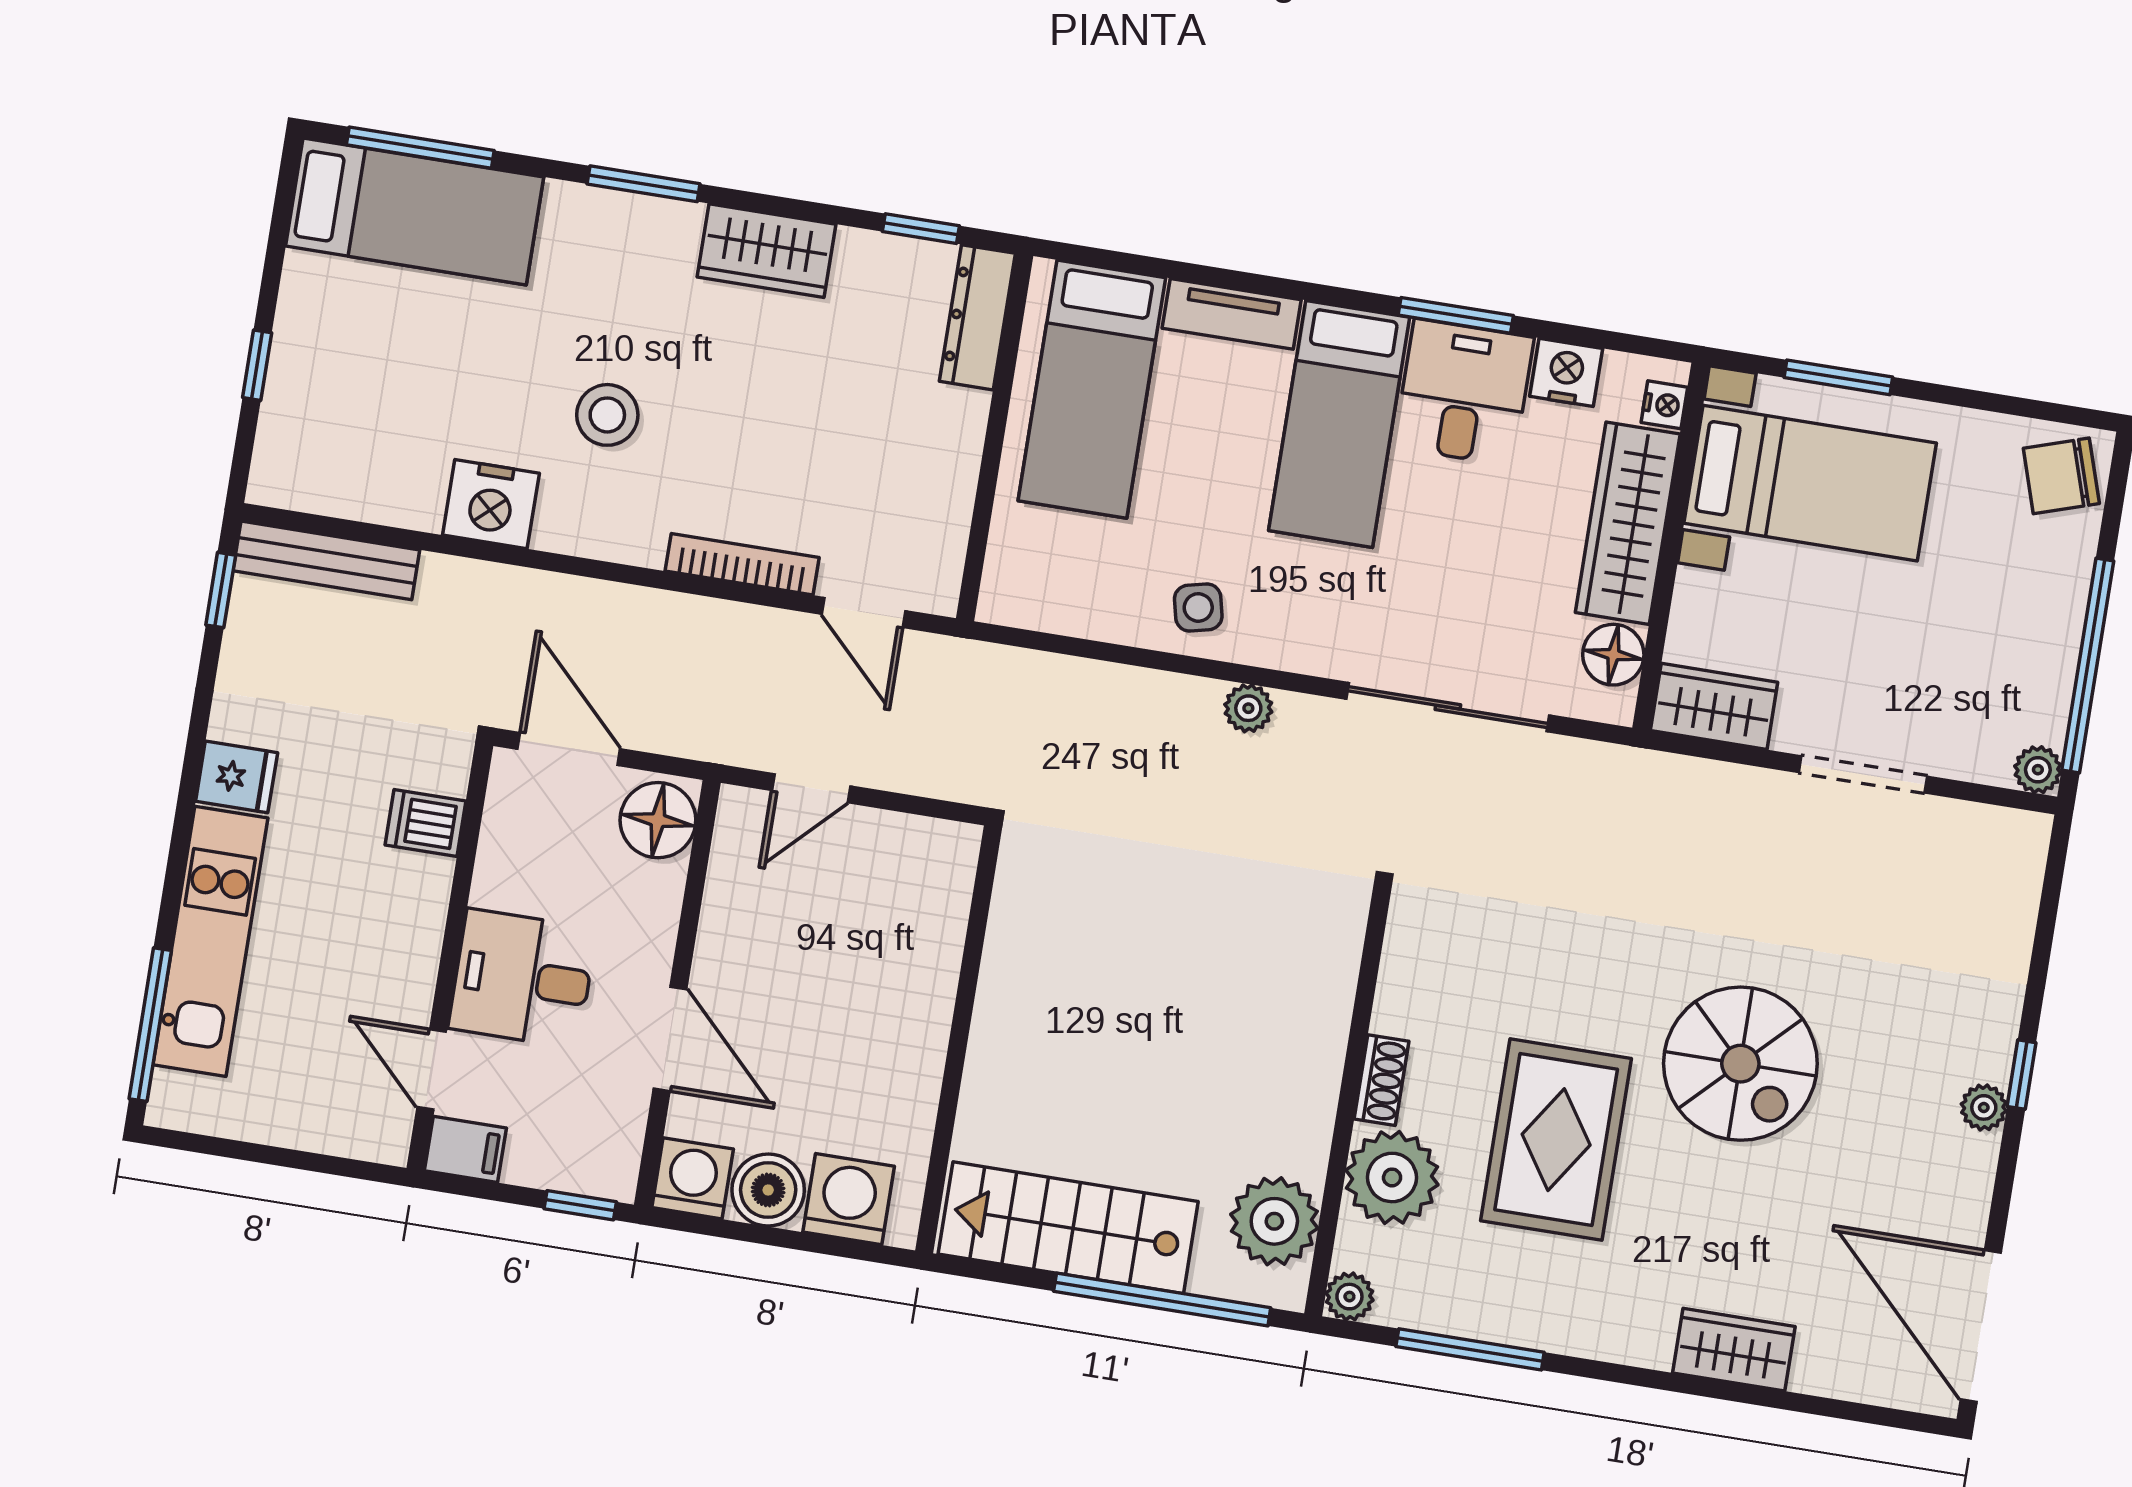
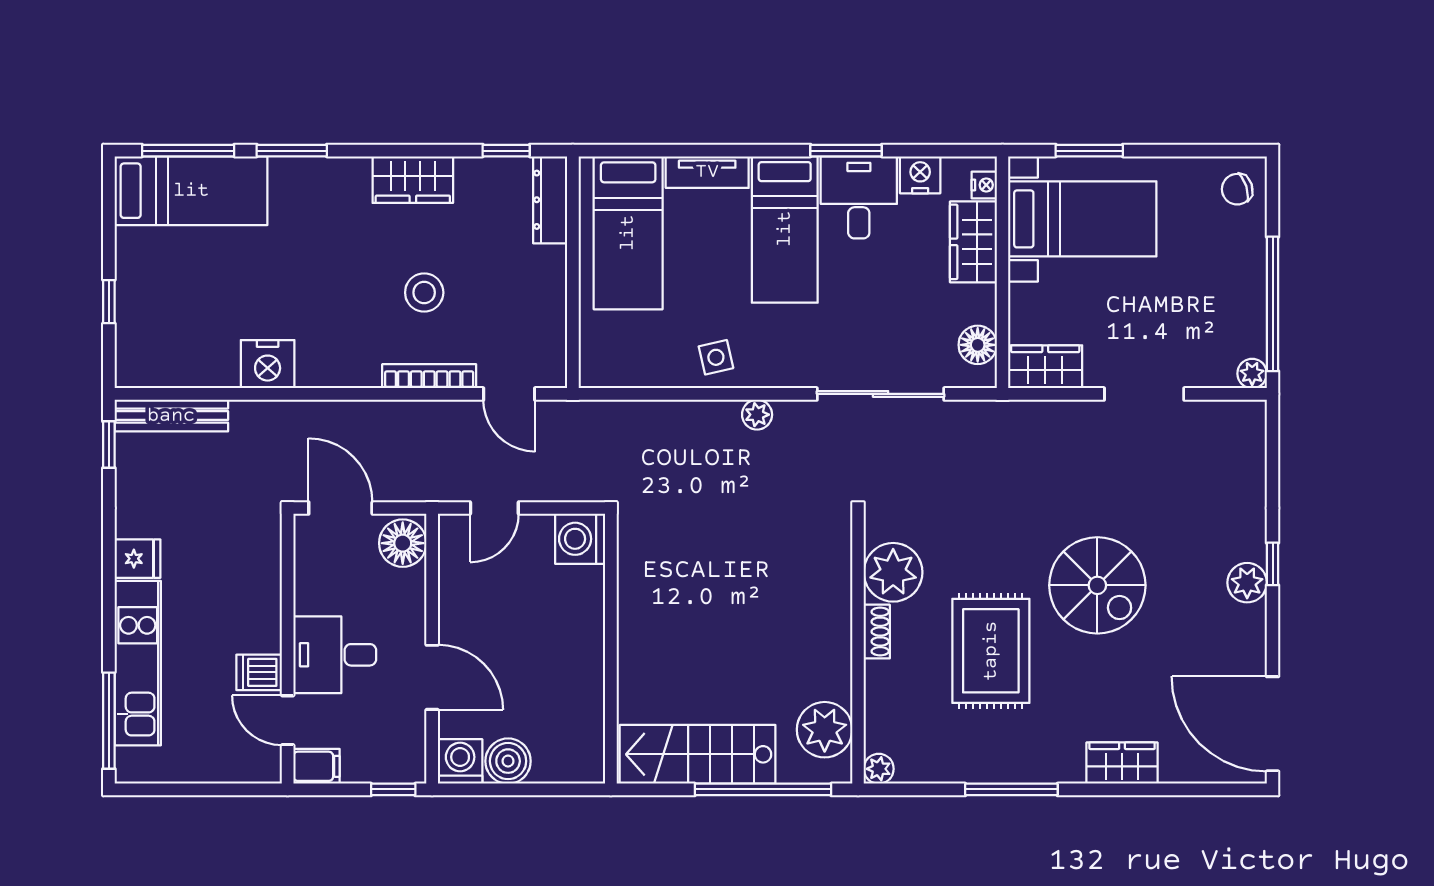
window: (644, 184) -> (292, 151), moved
stool: (607, 415) -> (424, 293), moved
chair: (2061, 476) -> (1237, 189), width x0.73, depth x0.73
wardrobe: (1628, 523) -> (973, 242), width x0.67
dishwasher: (426, 823) -> (259, 672), moved
plant: (1984, 1107) -> (1247, 583), width x1.38, depth x1.38
plant: (1392, 1177) -> (893, 572), moved
washing machine: (849, 1199) -> (580, 539), moved, turned -90
window: (1470, 1349) -> (1011, 789), moved

